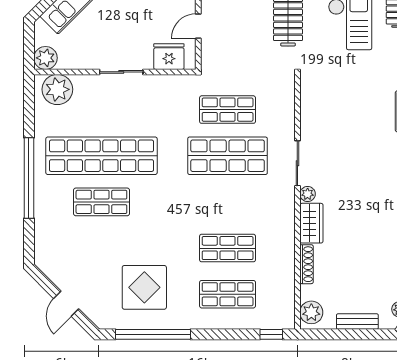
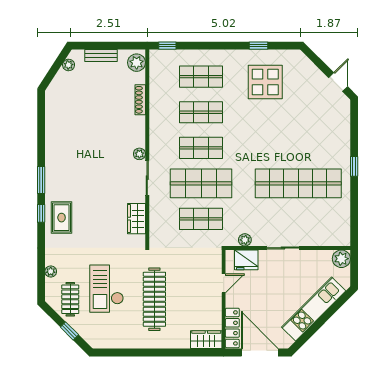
plant: (57, 89) -> (245, 240), moved, width x0.53, depth x0.53
window: (29, 178) -> (354, 166), width x0.32
shop shelf: (101, 202) -> (201, 148), moved
wardrobe: (311, 223) -> (136, 219), moved
door: (66, 304) -> (338, 82), moved
window: (153, 334) -> (259, 46), width x0.32

